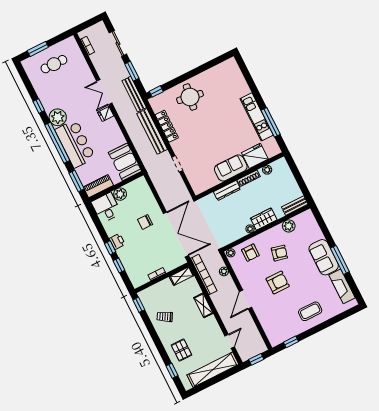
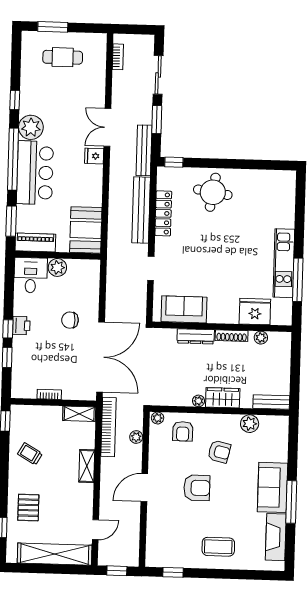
sofa: (231, 168) -> (184, 309), moved

